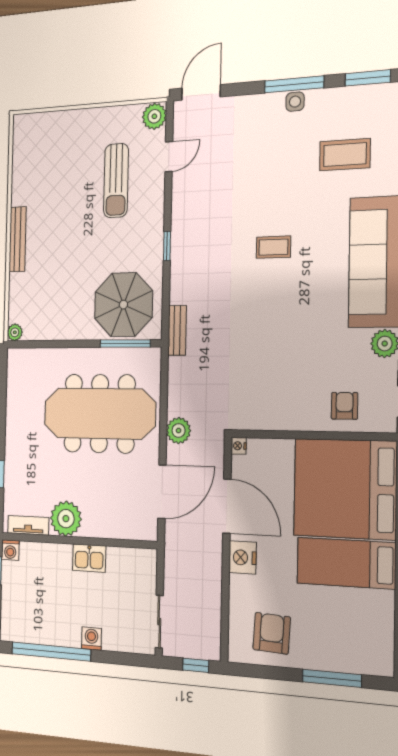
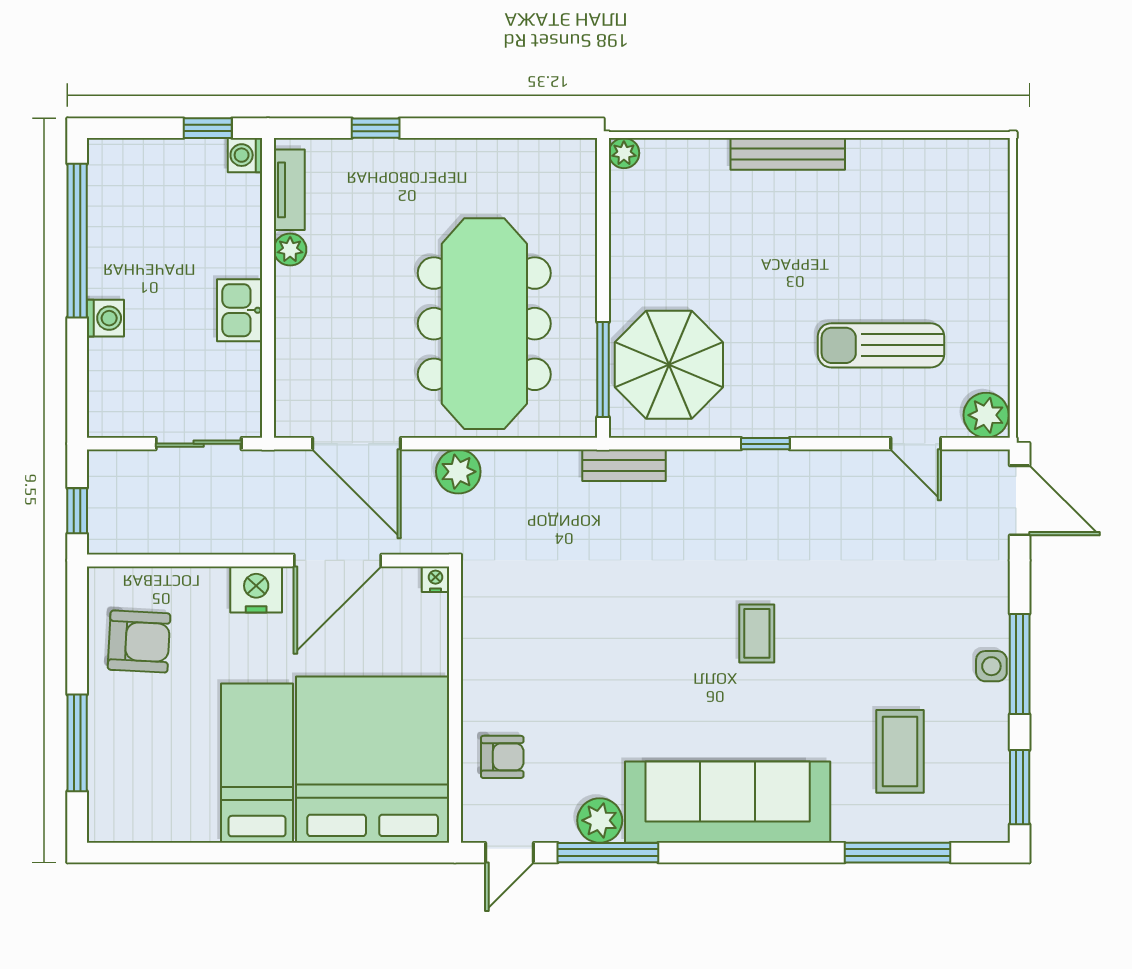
plant: (66, 519) -> (290, 249), width x0.53, depth x0.53
sliding door: (159, 622) -> (199, 444), moved

